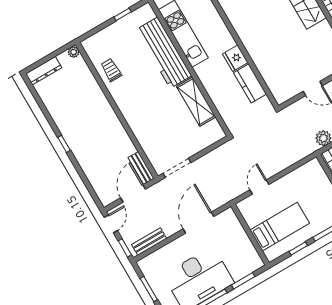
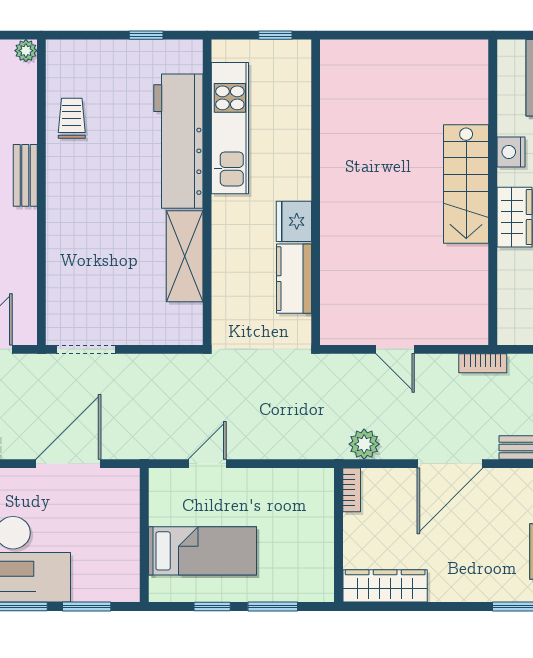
bench: (141, 168) -> (25, 175), moved

